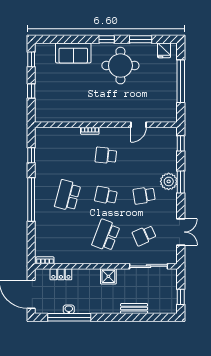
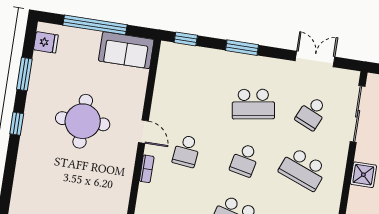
sofa: (73, 53) -> (126, 50), moved, turned 90
round table: (120, 66) -> (83, 121), moved
door: (139, 125) -> (143, 132), moved
plant: (169, 181) -> (238, 65), removed
school desk: (144, 195) -> (253, 104), width x1.85
school desk: (144, 235) -> (312, 113), turned 48

